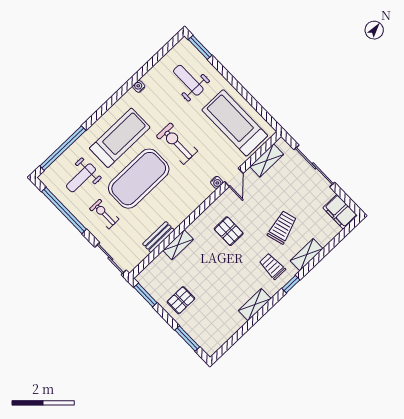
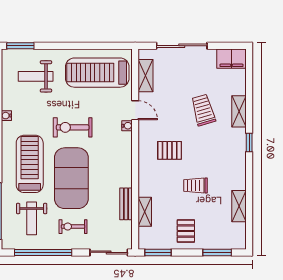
shelving: (178, 245) -> (145, 212), moved
trolley: (272, 266) -> (195, 185), moved
shelving: (255, 305) -> (239, 206), moved

